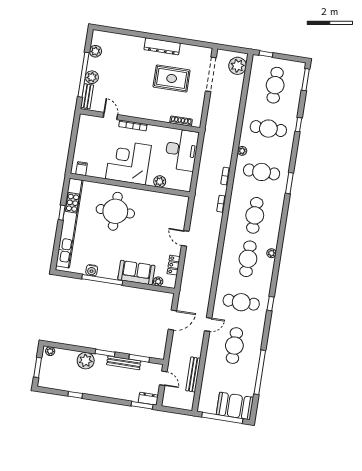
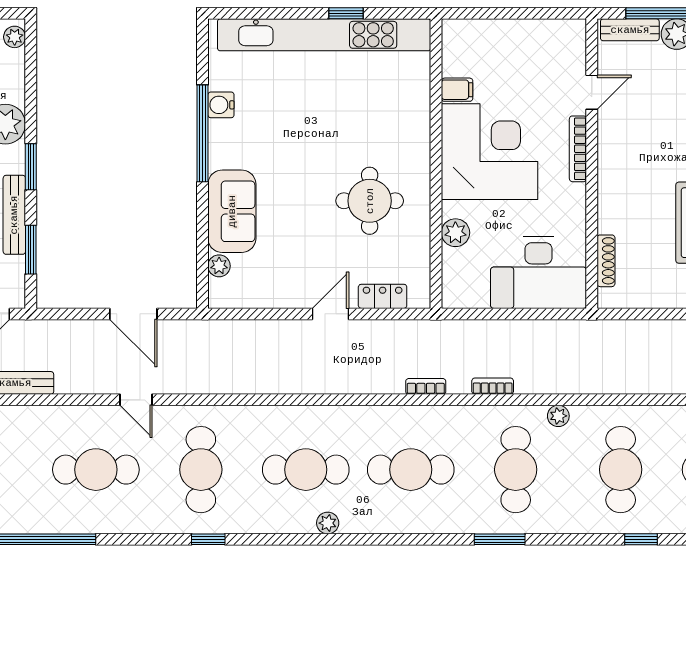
filing cabinet: (82, 169) -> (457, 90), moved
round table: (115, 211) -> (370, 201), moved, width x0.73, depth x0.73
locker: (174, 265) -> (383, 296), moved

